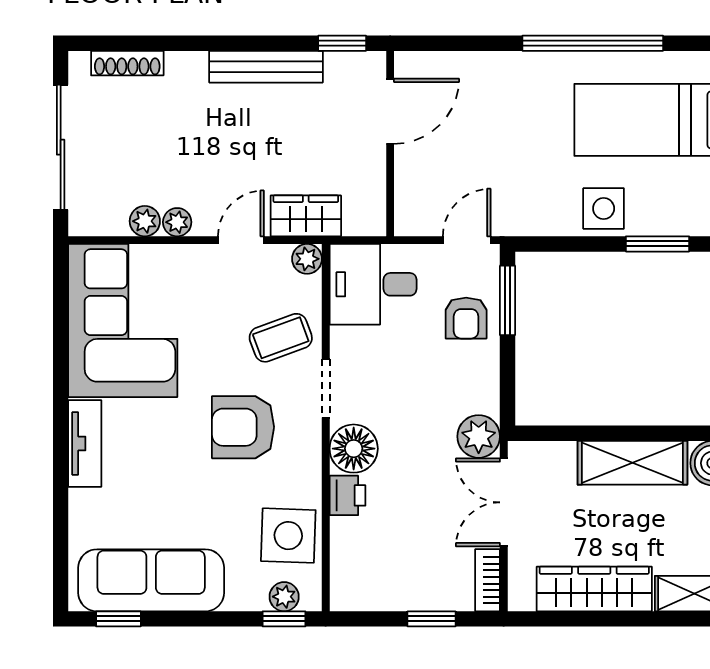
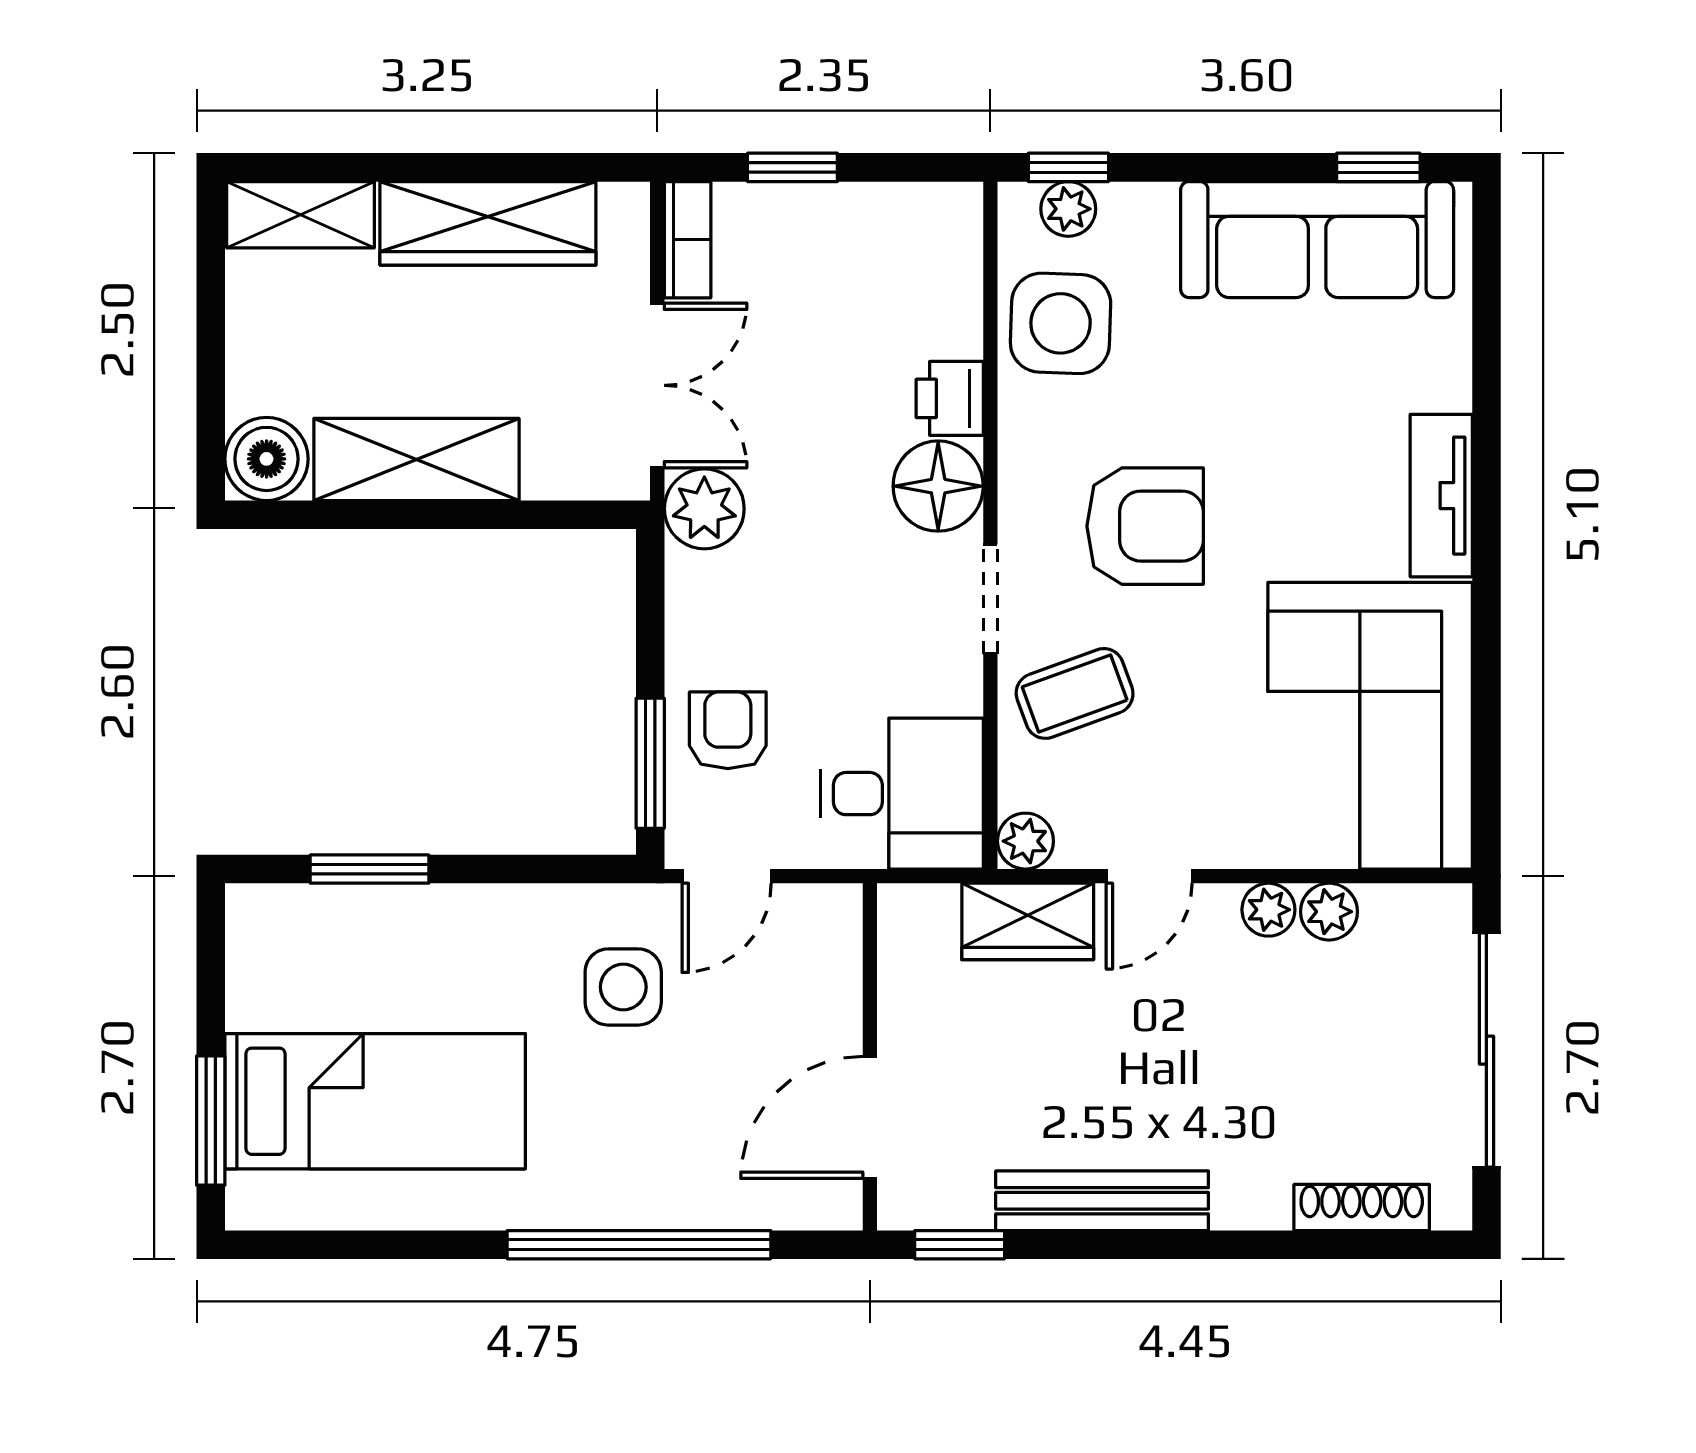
window: (593, 43) -> (639, 1245), moved
side table: (604, 209) -> (623, 987), moved

